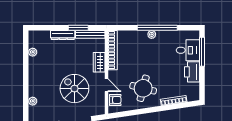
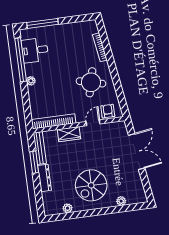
window: (157, 28) -> (21, 60), moved
desk: (188, 50) -> (35, 50), moved, turned -90
printer: (192, 72) -> (66, 31), removed
spiral stairs: (74, 89) -> (91, 185), moved

